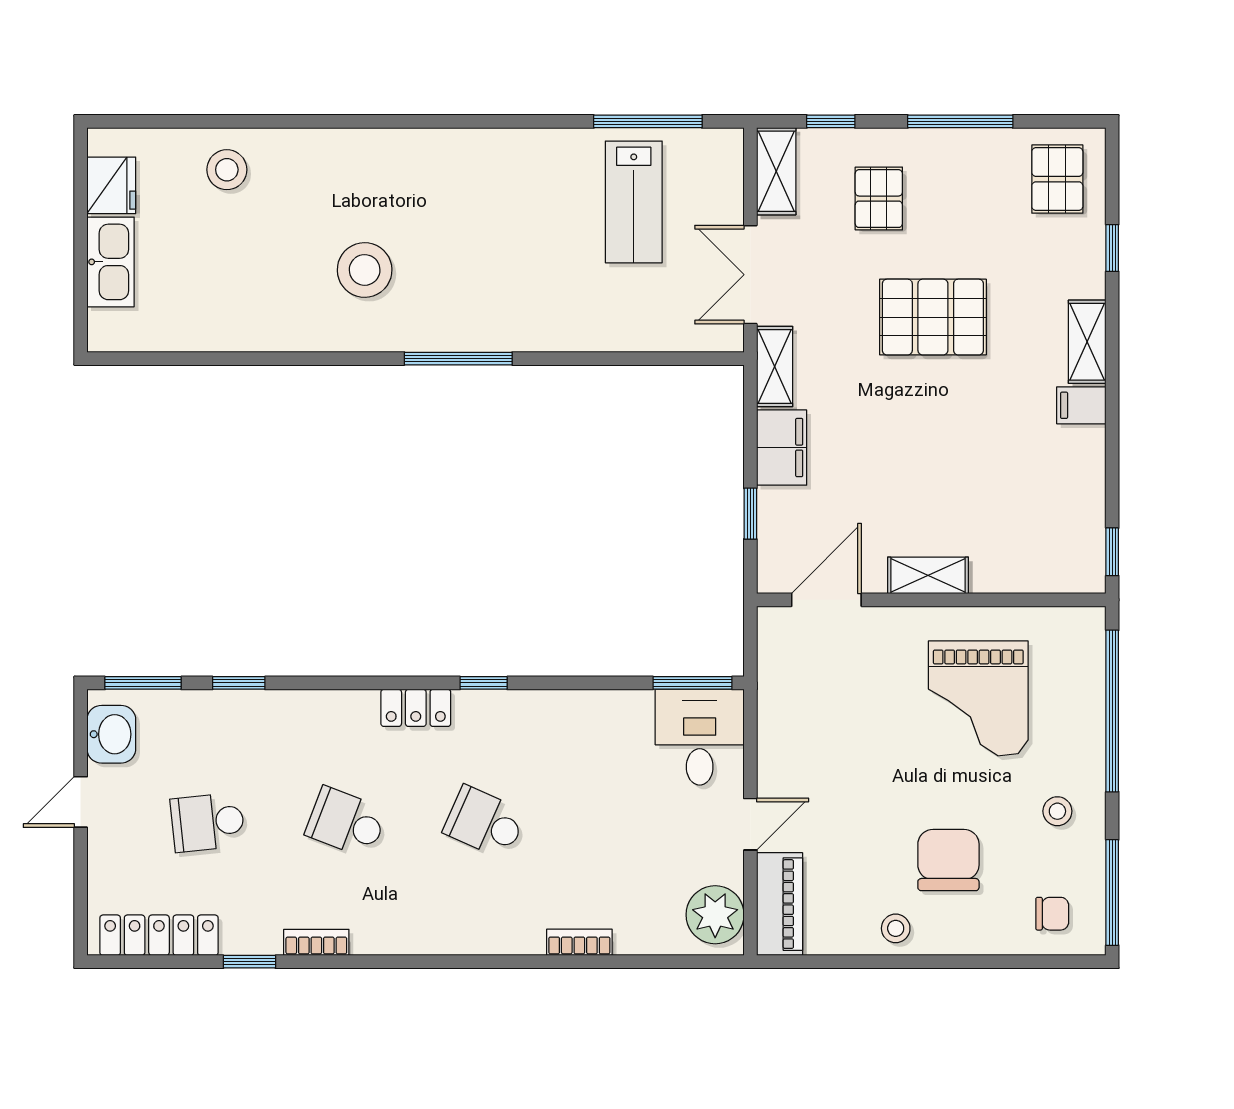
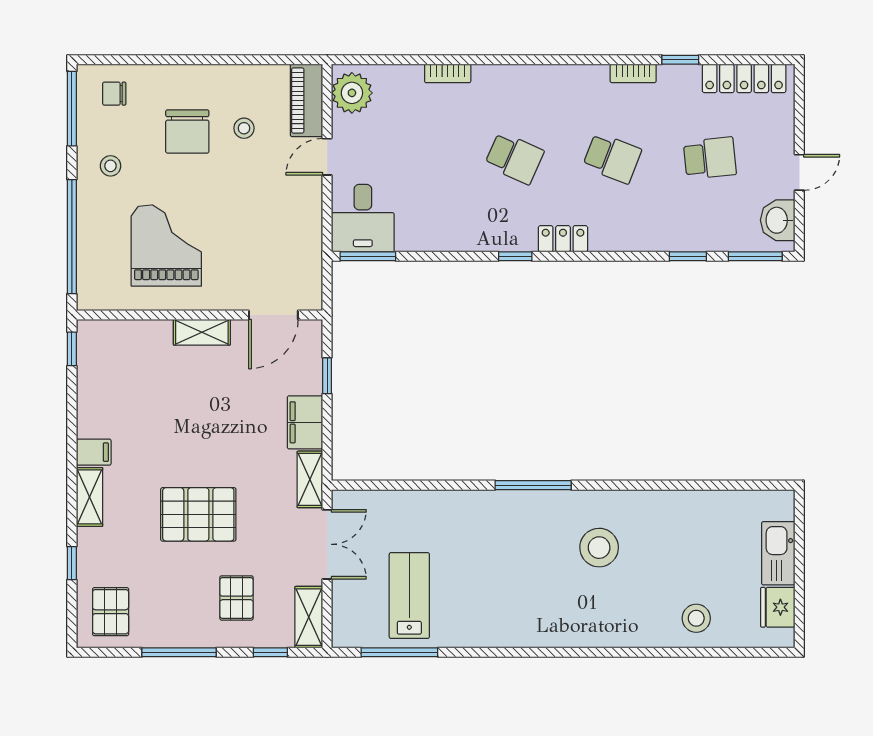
stool: (896, 928) -> (244, 128), moved

